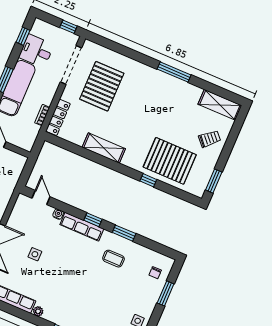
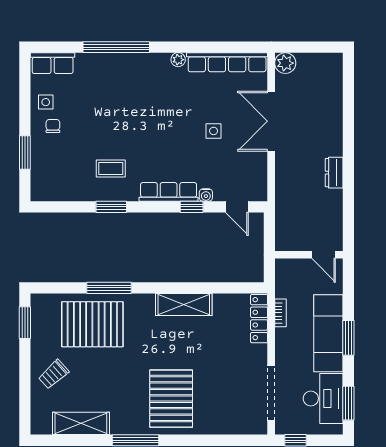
window: (23, 36) -> (348, 403), width x1.50
desk: (36, 51) -> (323, 398), width x1.37
pallet: (102, 86) -> (171, 399), moved
shelving: (220, 105) -> (81, 423), moved
window: (148, 180) -> (109, 288), width x2.17
window: (93, 220) -> (192, 207), moved
chair: (155, 273) -> (53, 126), moved

